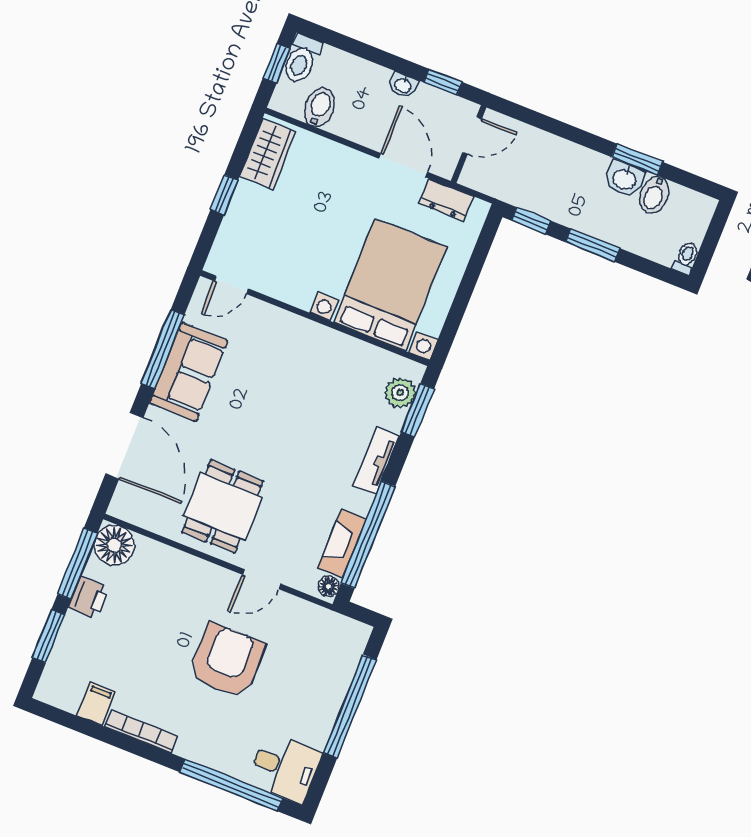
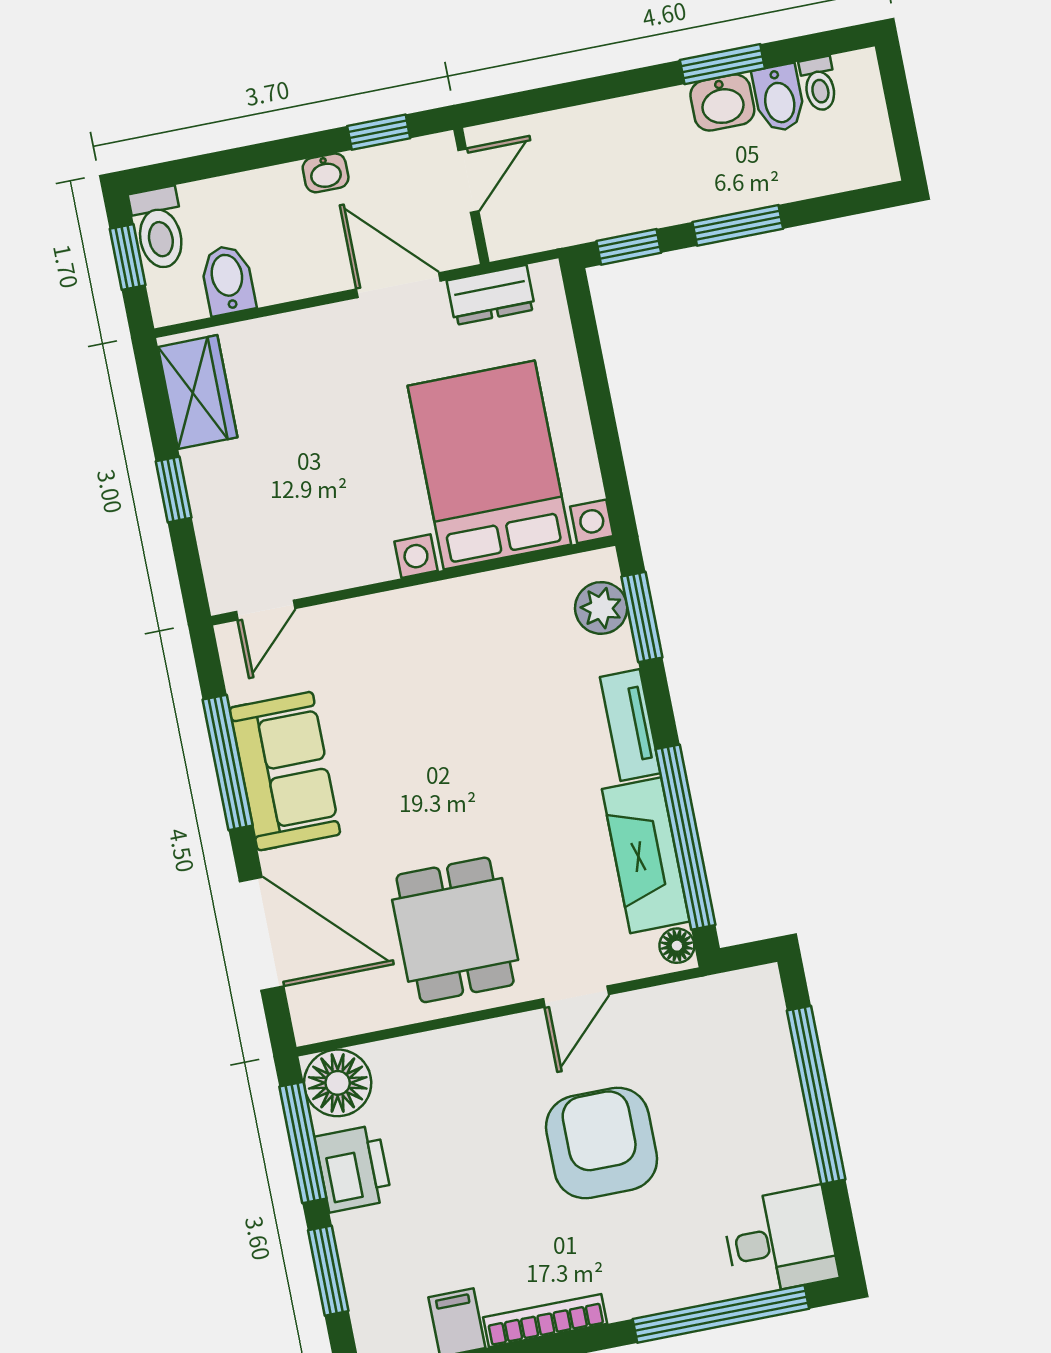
toilet: (686, 258) -> (819, 84), moved, turned 180
fireplace: (342, 544) -> (646, 855), width x1.37, depth x1.32
printer: (88, 597) -> (353, 1169), width x1.36, depth x1.24

